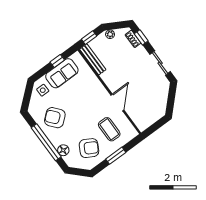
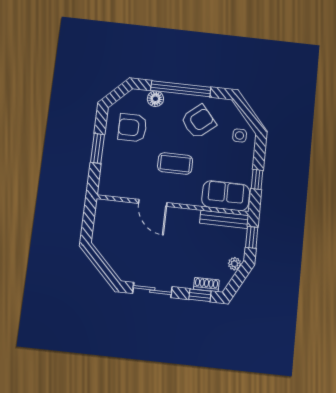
sofa: (62, 73) -> (226, 196), moved, turned 90
coffee table: (109, 129) -> (175, 164), moved
armchair: (89, 148) -> (132, 128), turned 61

